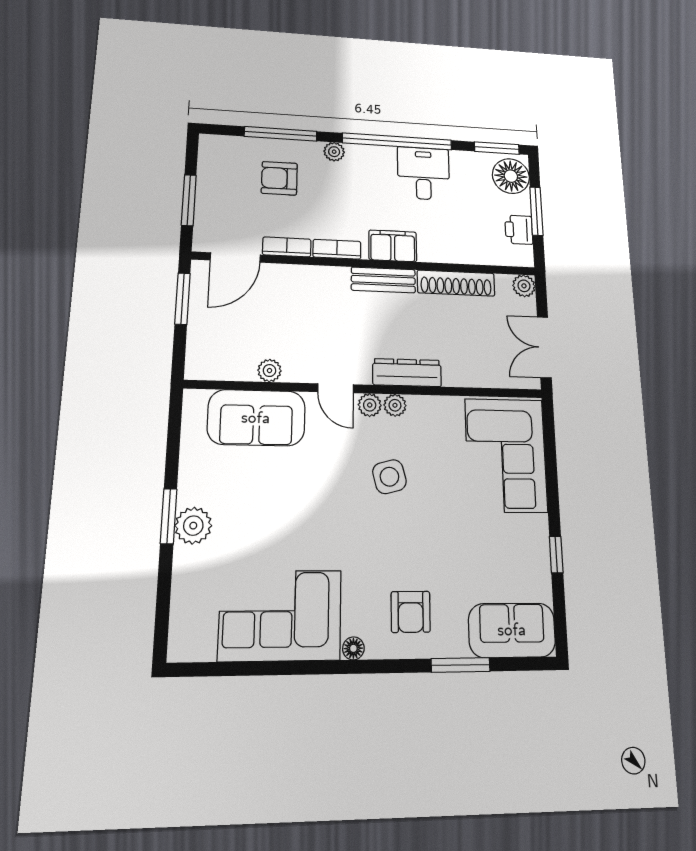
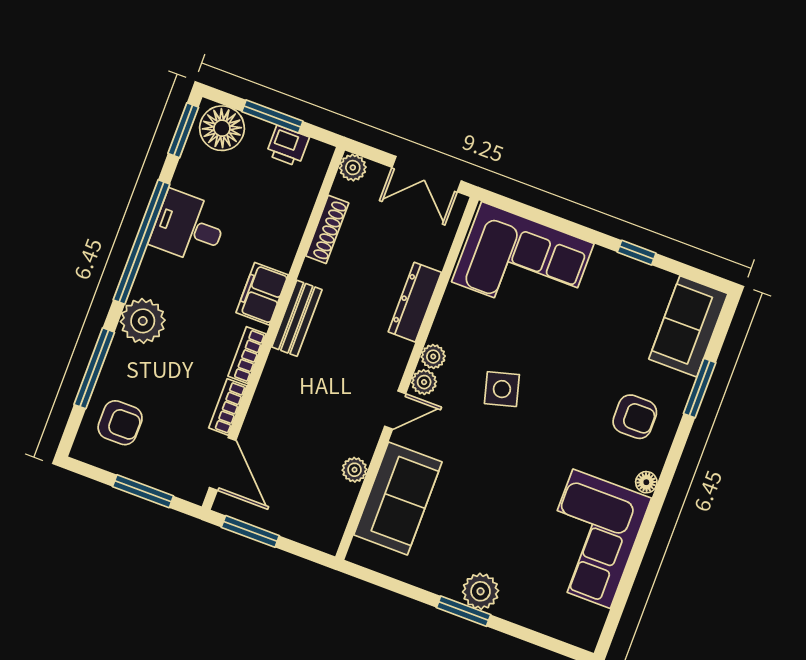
plant: (334, 152) -> (143, 321), width x1.88, depth x1.88
armchair: (279, 178) -> (120, 423), moved, turned -90
shoe rack: (456, 283) -> (327, 229), width x0.74, depth x0.81
dresser: (407, 373) -> (415, 302), moved

